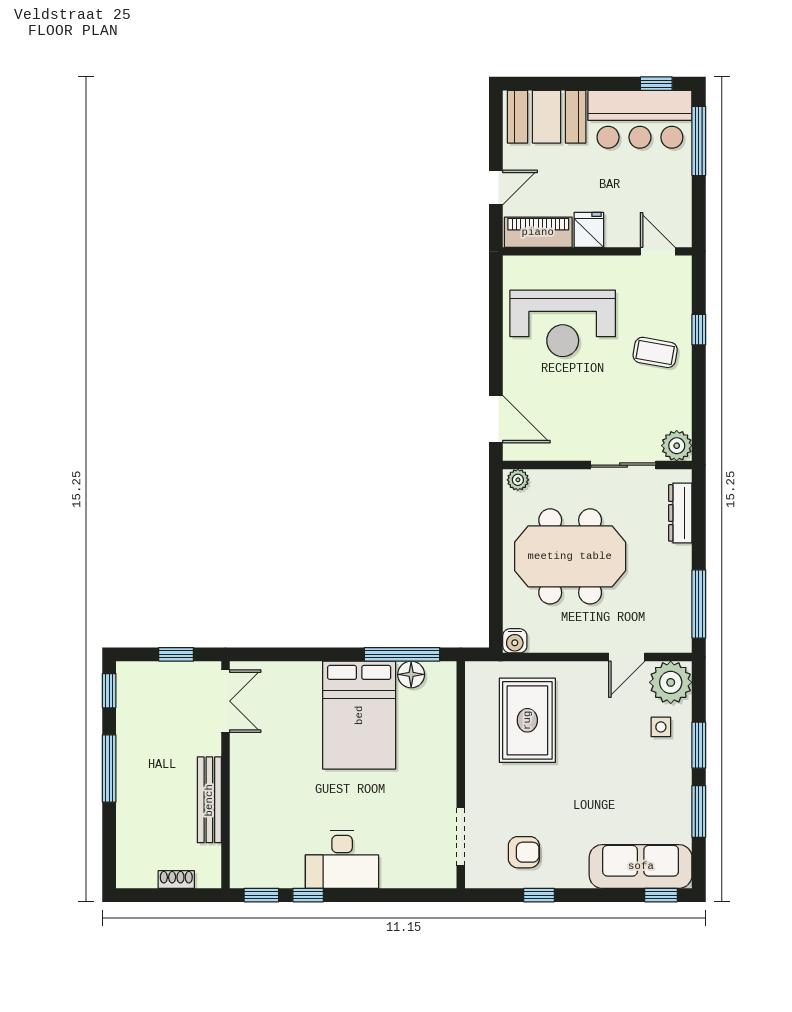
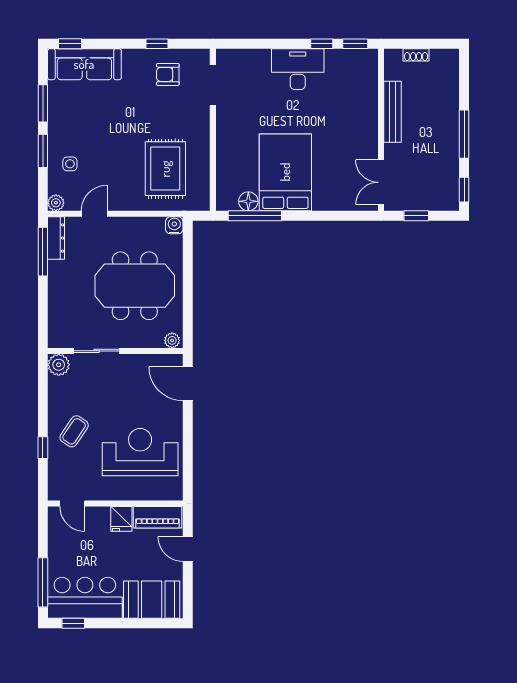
door: (496, 188) -> (188, 549), hinge flipped
coffee table: (655, 352) -> (74, 431), turned -66
dresser: (680, 513) -> (56, 238), moved
plant: (671, 682) -> (56, 203), width x0.53, depth x0.53

